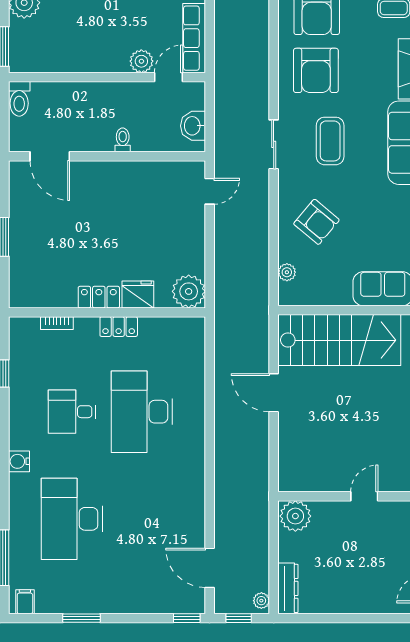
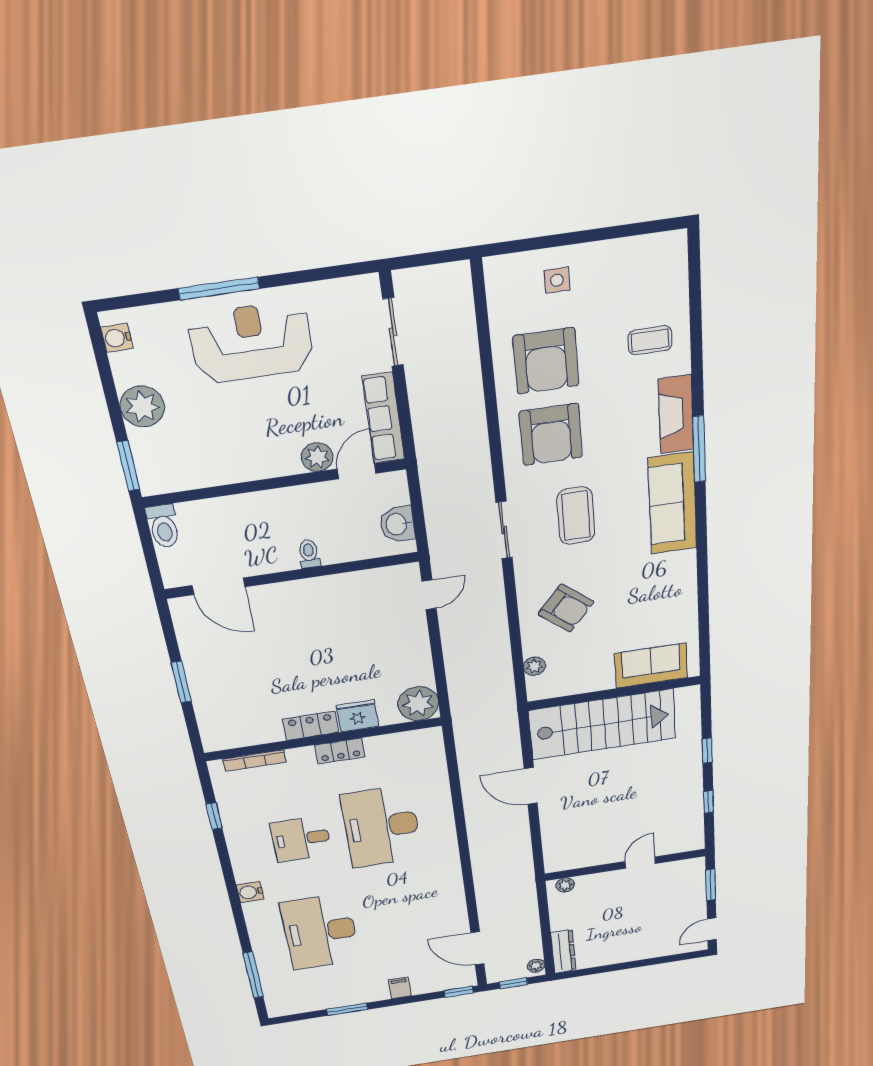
bookcase: (57, 323) -> (255, 760), width x1.56
plant: (295, 516) -> (565, 885), width x0.53, depth x0.53
filing cabinet: (25, 602) -> (400, 988), moved

